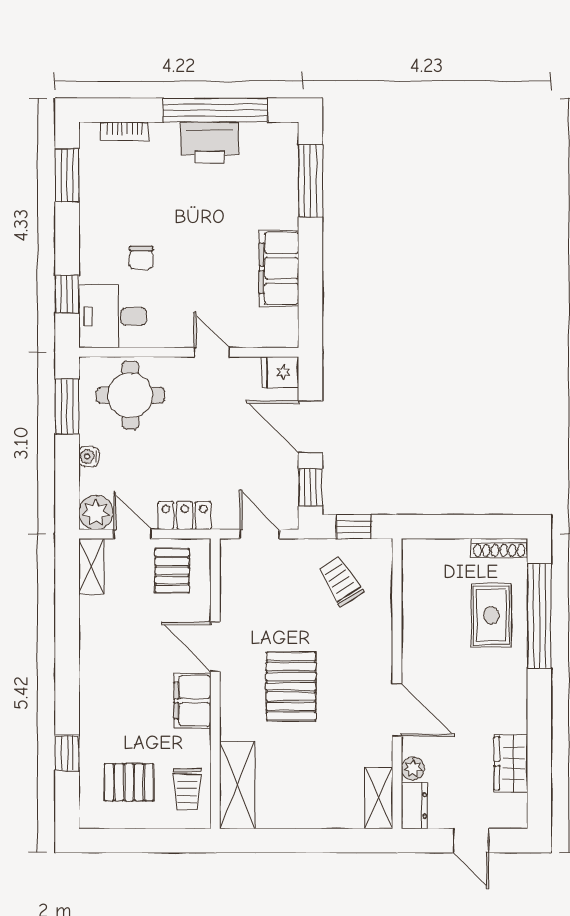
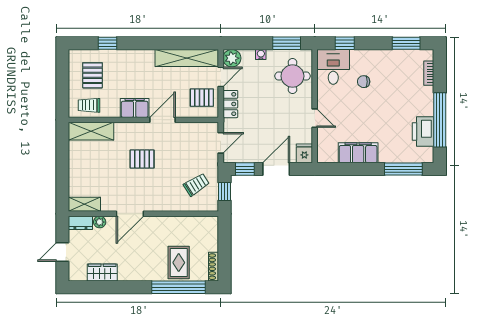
printer: (210, 143) -> (423, 131), moved
door: (212, 352) -> (315, 118), hinge flipped
shelving: (91, 566) -> (187, 58), width x2.20, depth x1.33
rug: (491, 615) -> (179, 263), turned 90
pallet: (291, 686) -> (142, 159), width x0.67, depth x0.71

